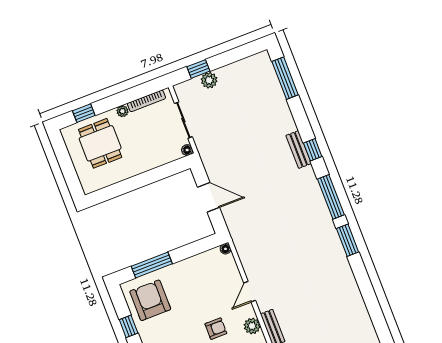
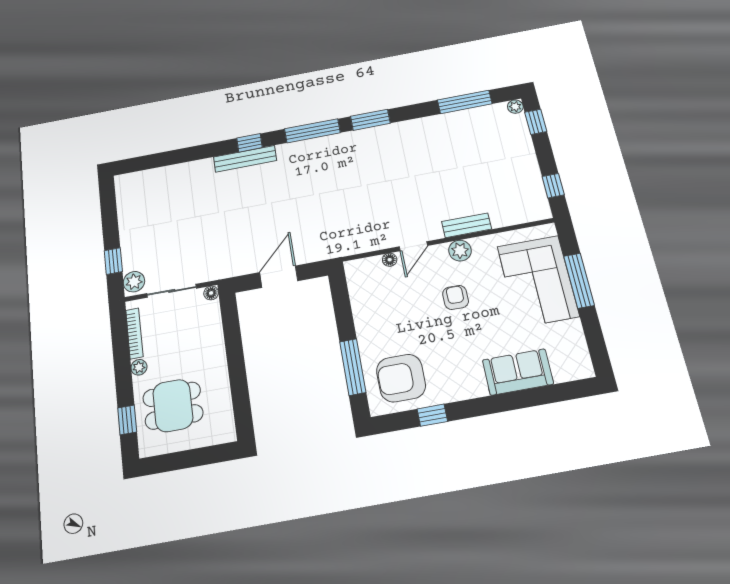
window: (285, 78) -> (465, 102), moved
plant: (209, 80) -> (134, 282), moved
bench: (299, 150) -> (245, 159), width x1.36
floor lamp: (225, 249) -> (390, 260), moved
door: (250, 292) -> (413, 246), hinge flipped

